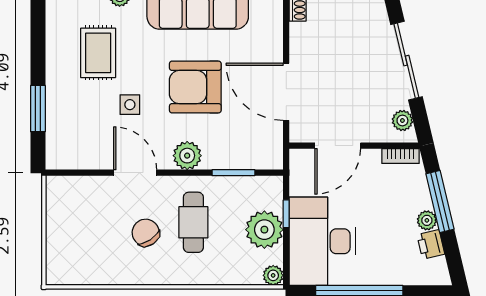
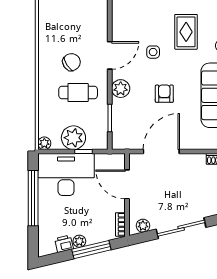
rug: (98, 53) -> (186, 32), turned 90
armchair: (195, 87) -> (164, 94), width x0.53, depth x0.53

